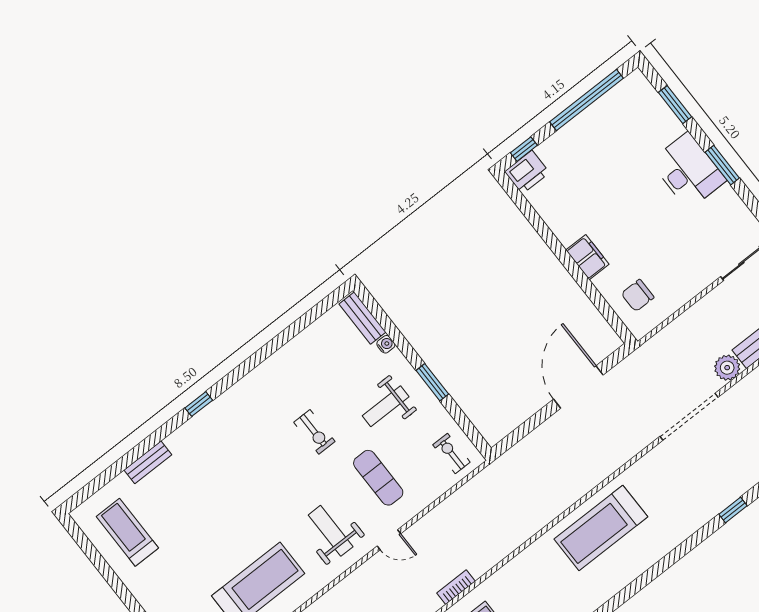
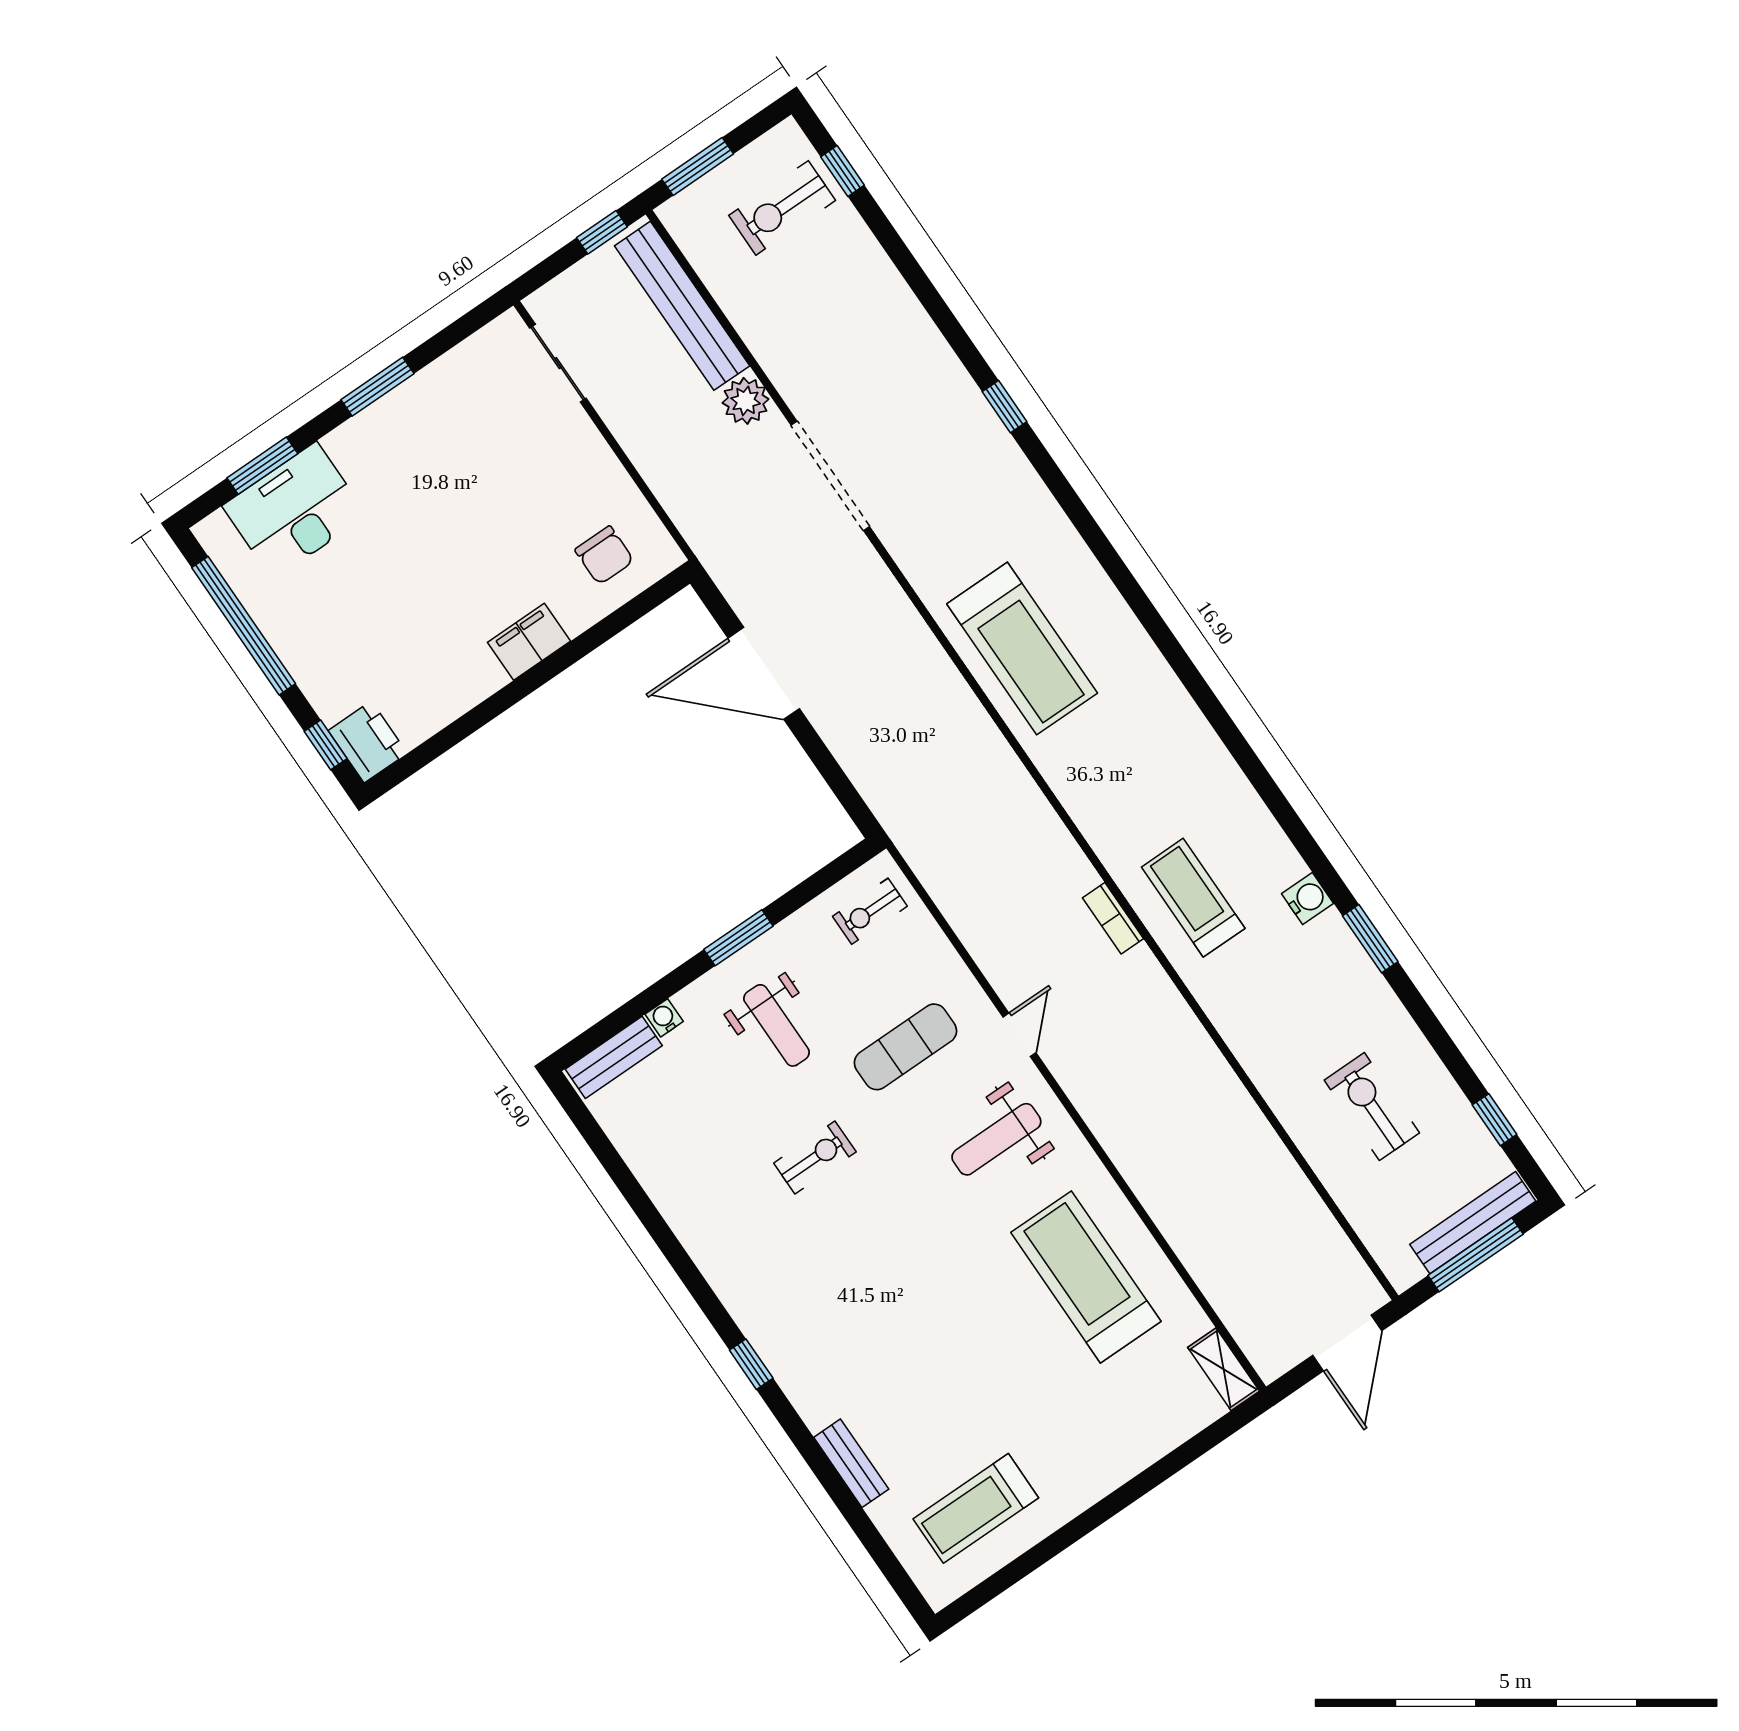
desk: (688, 171) -> (295, 511), moved

